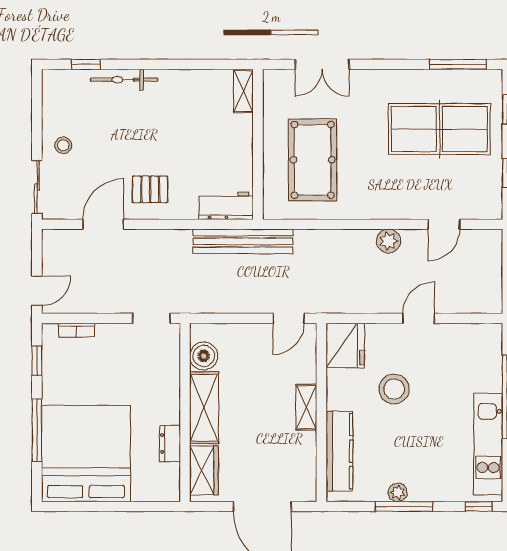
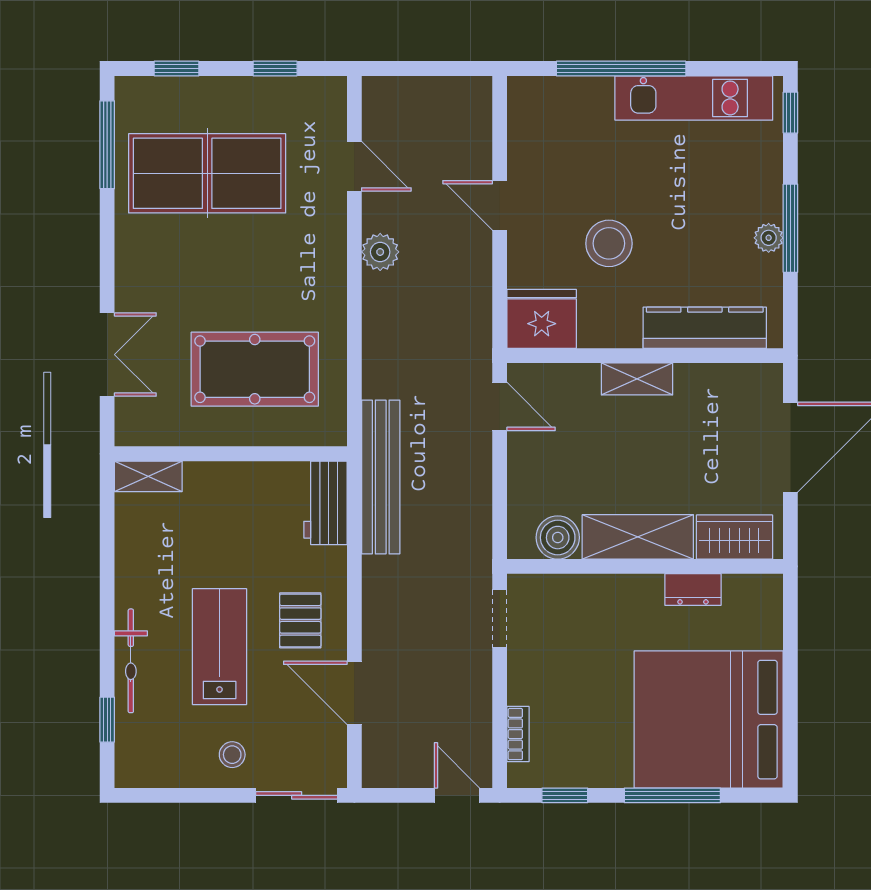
table tennis table: (439, 129) -> (207, 173), turned 90
lab bench: (133, 137) -> (220, 647), added

